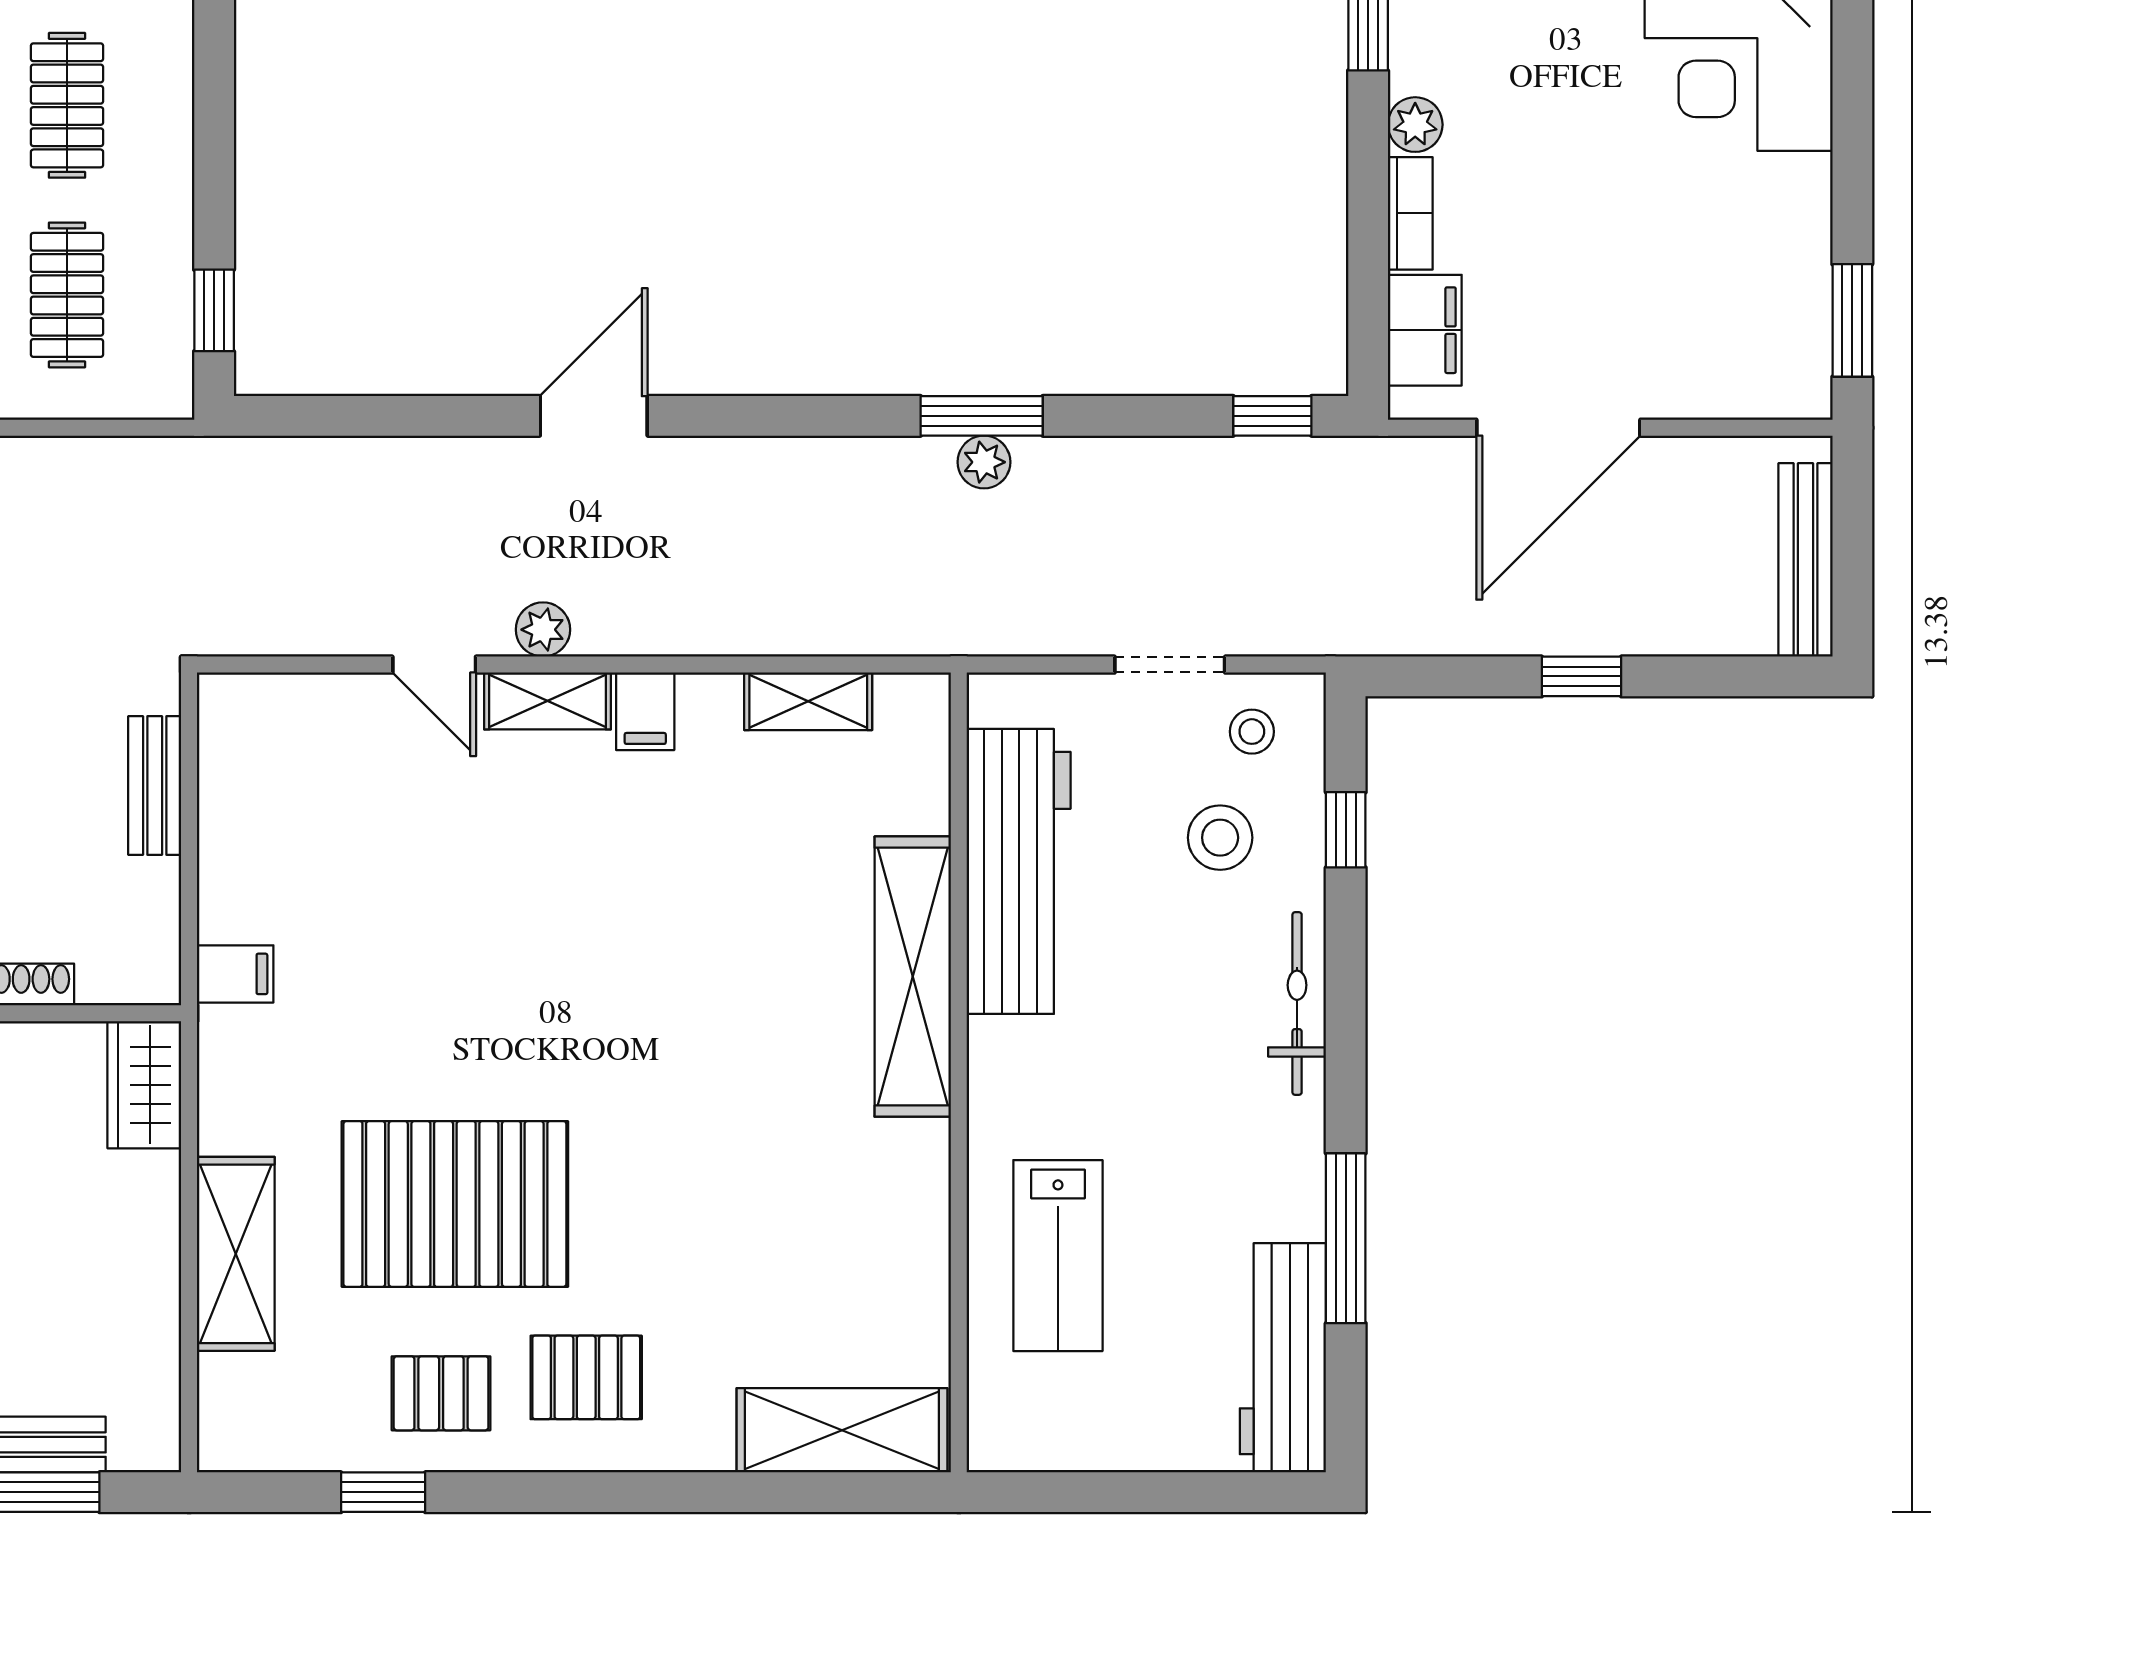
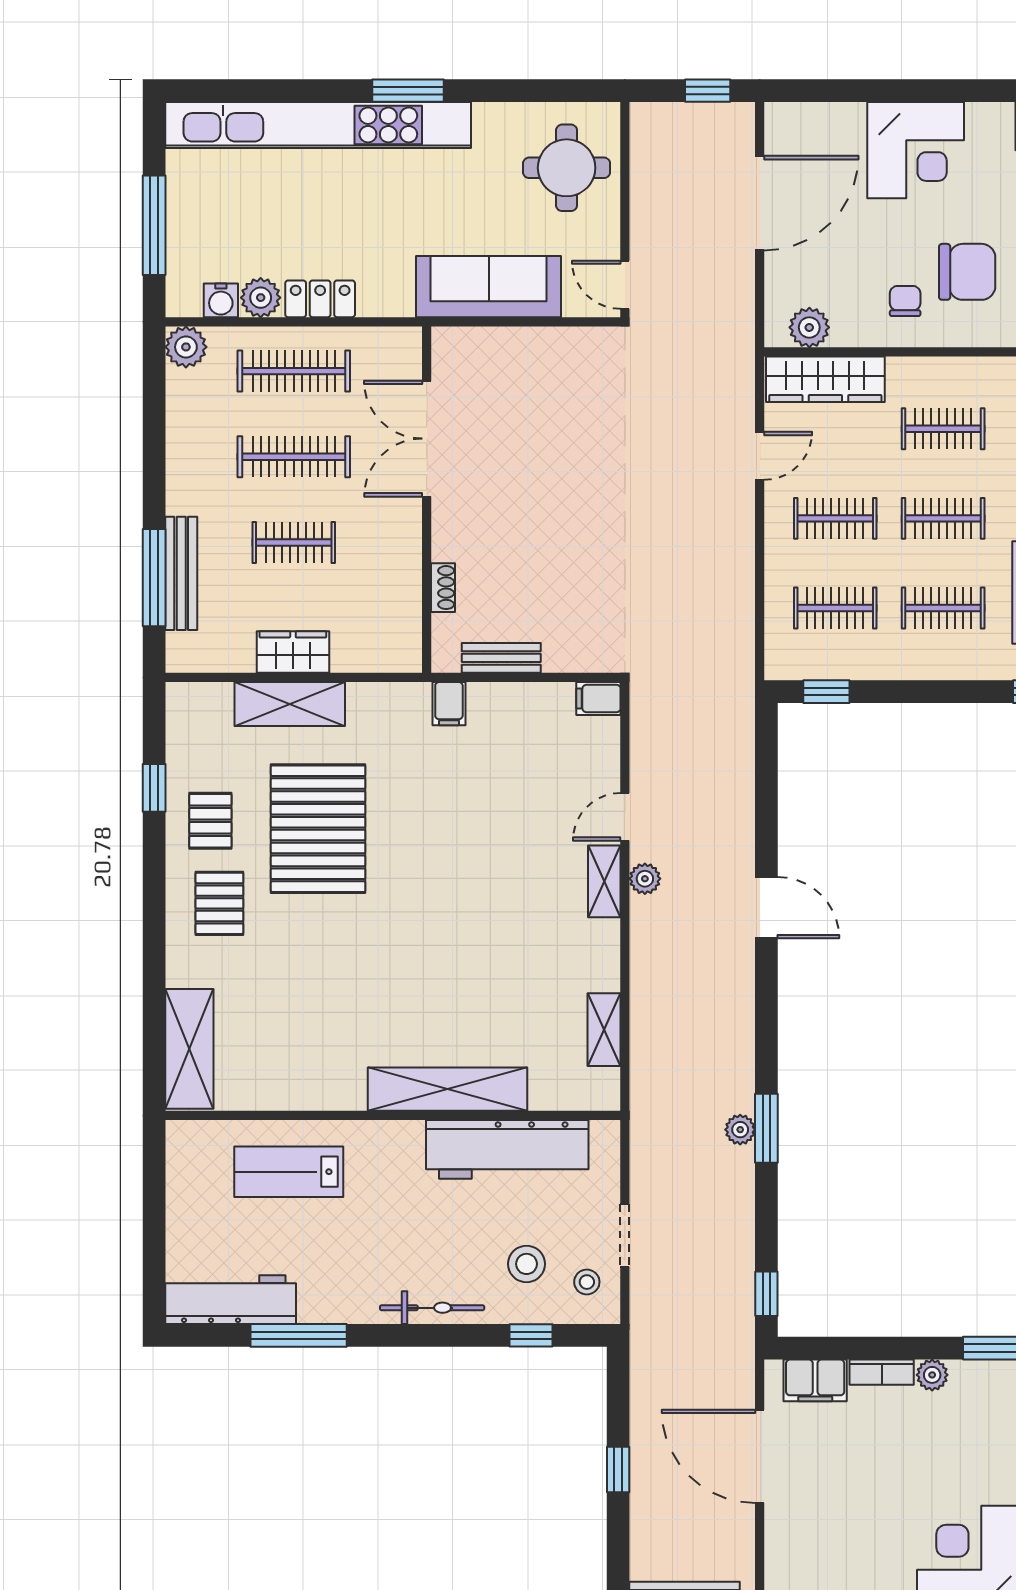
filing cabinet: (645, 711) -> (598, 698), moved
bench: (155, 786) -> (501, 658), moved
wardrobe: (144, 1085) -> (293, 652), moved

